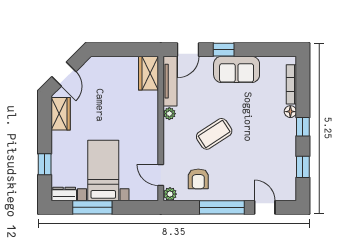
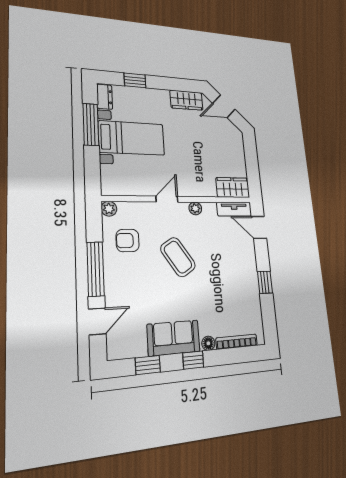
window: (224, 50) -> (265, 282), moved
sofa: (237, 69) -> (174, 338), moved, turned 90
tv unit: (170, 81) -> (234, 209), width x0.71
door: (161, 175) -> (167, 199), moved

